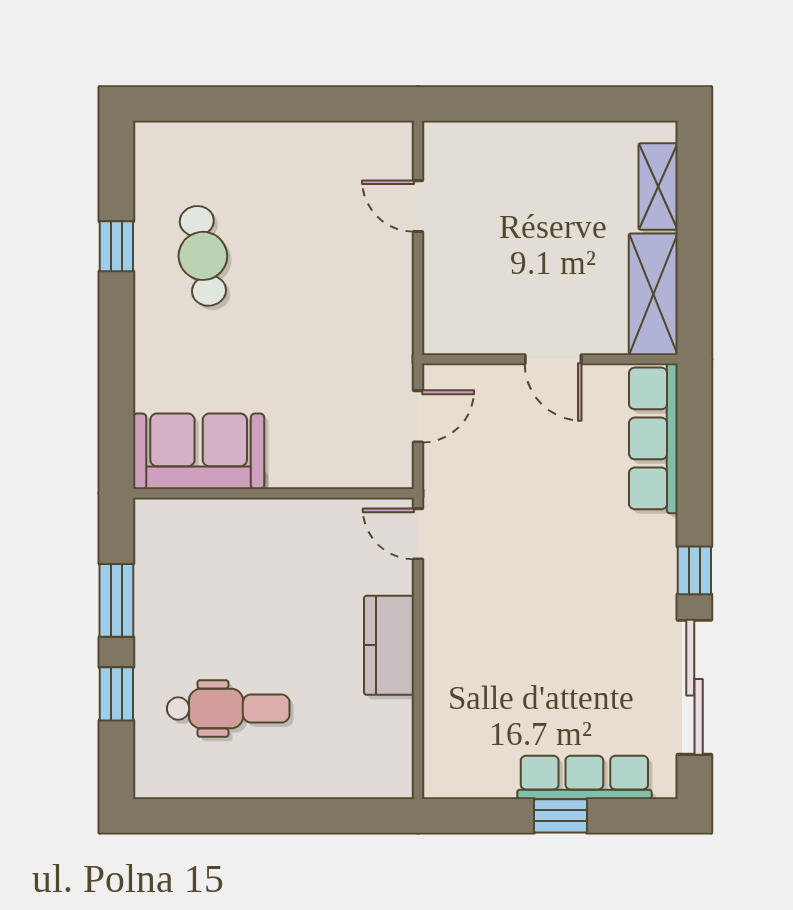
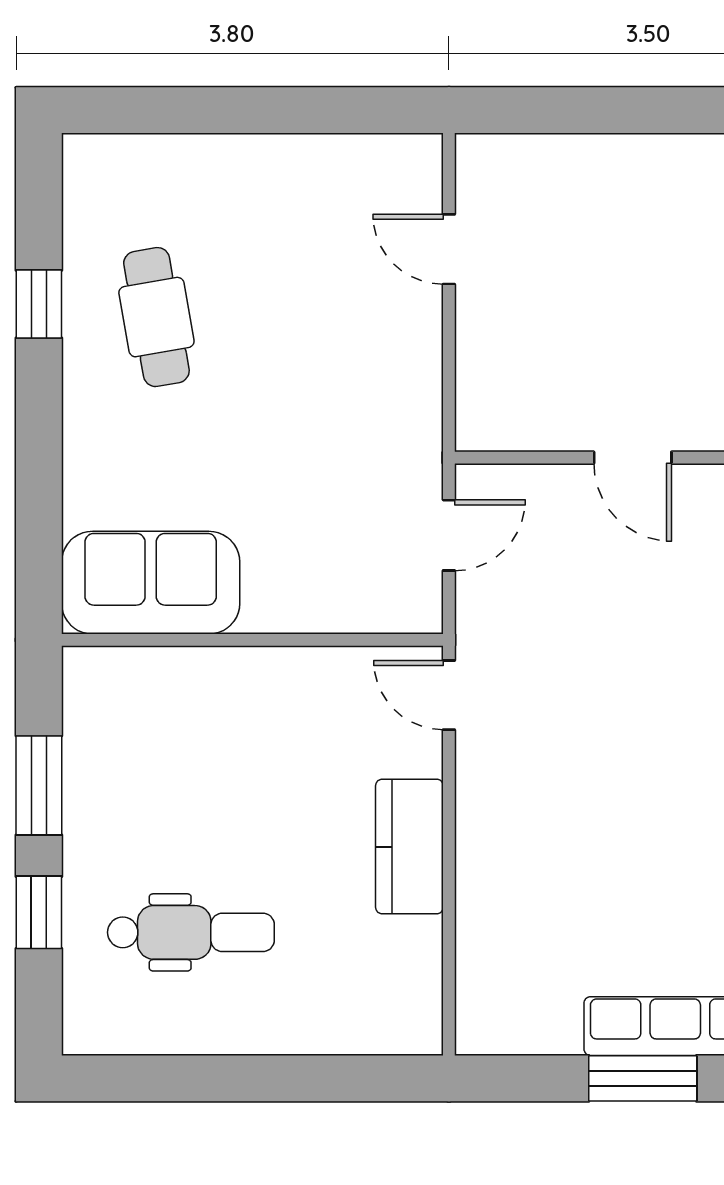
window: (560, 816) -> (643, 1078), width x1.50

